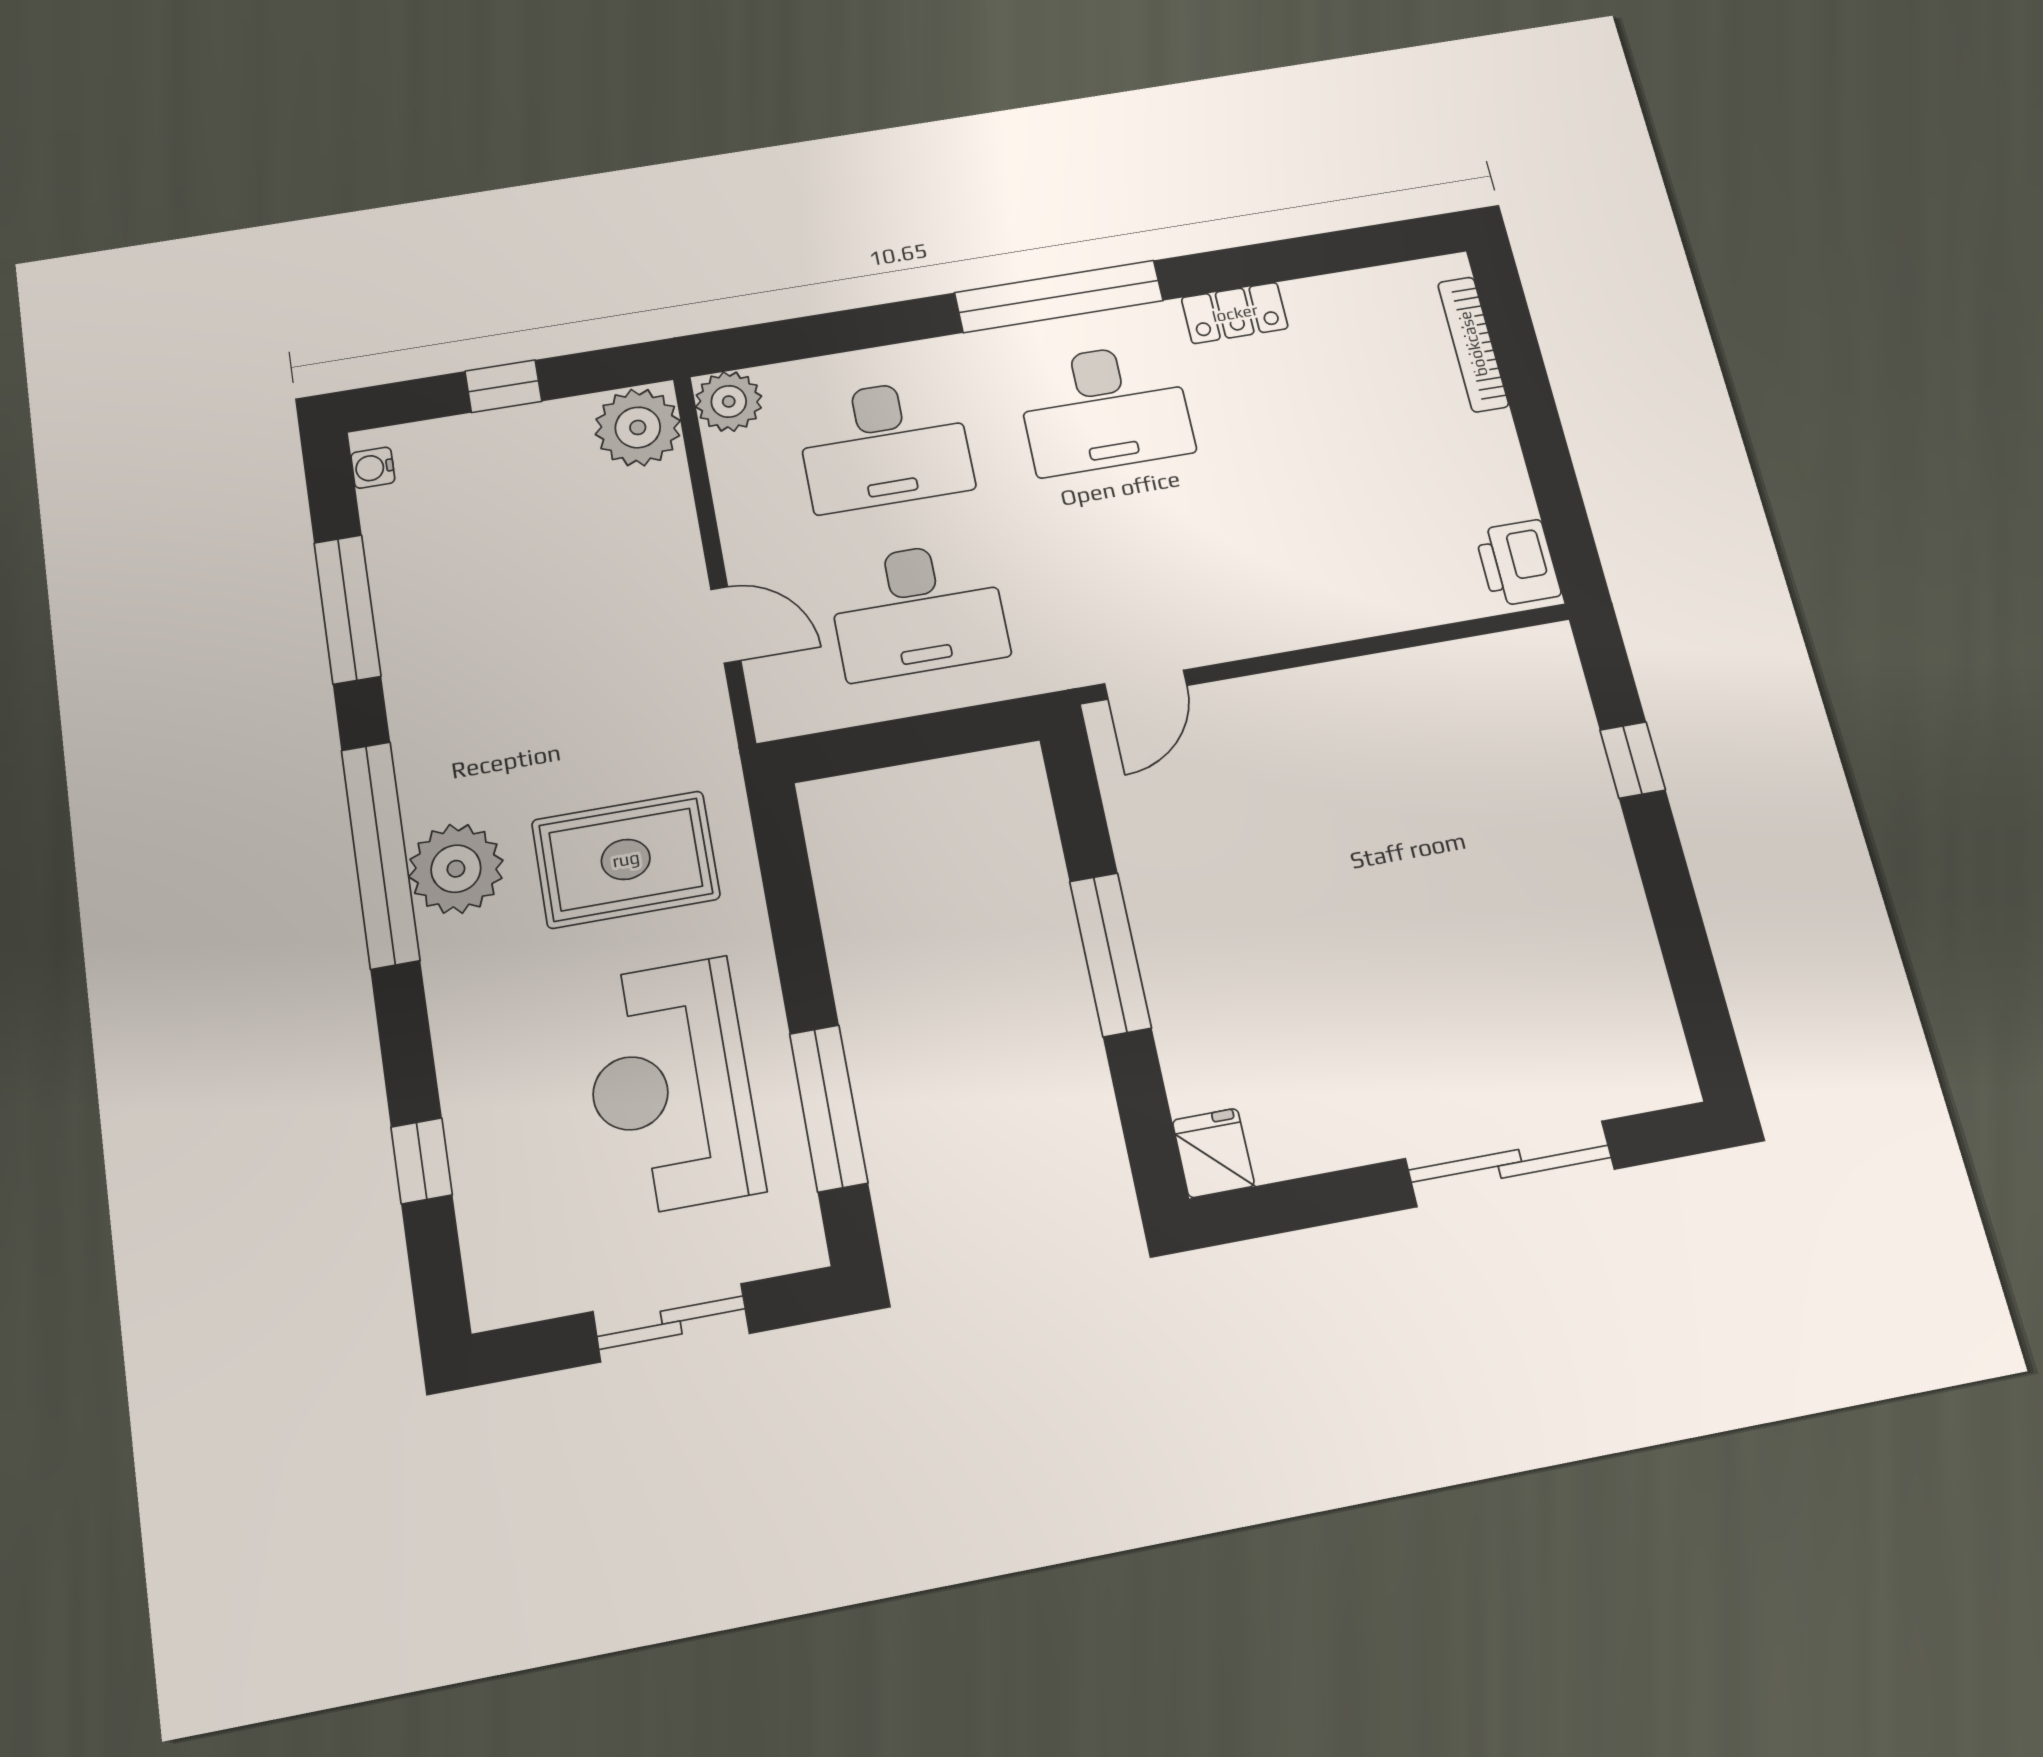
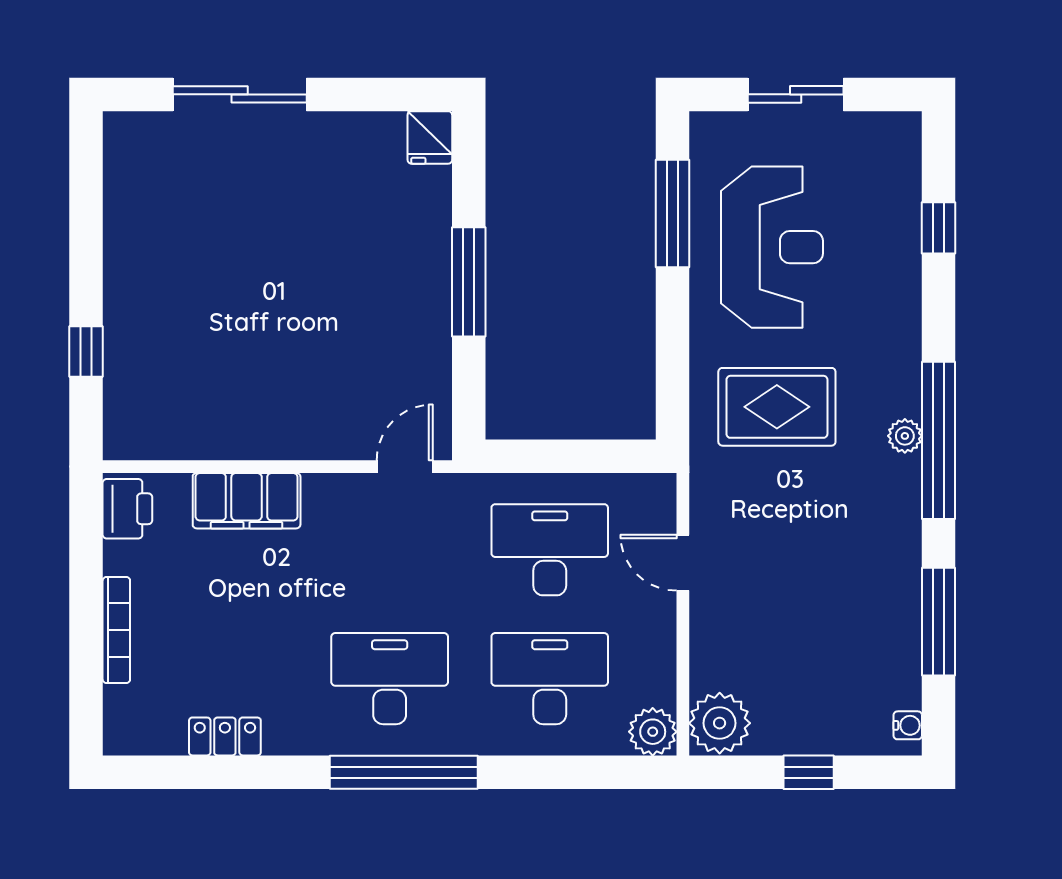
locker: (1235, 313) -> (225, 736), moved
bookcase: (1473, 344) -> (116, 630), moved
filing cabinet: (1356, 602) -> (247, 501), added
plant: (456, 869) -> (905, 436), width x0.53, depth x0.53

